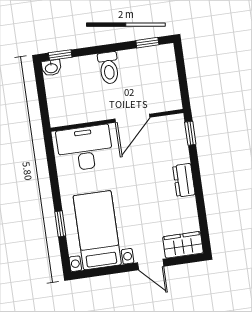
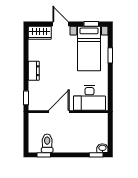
toilet: (109, 68) -> (47, 143), moved
window: (99, 272) -> (91, 24), added

